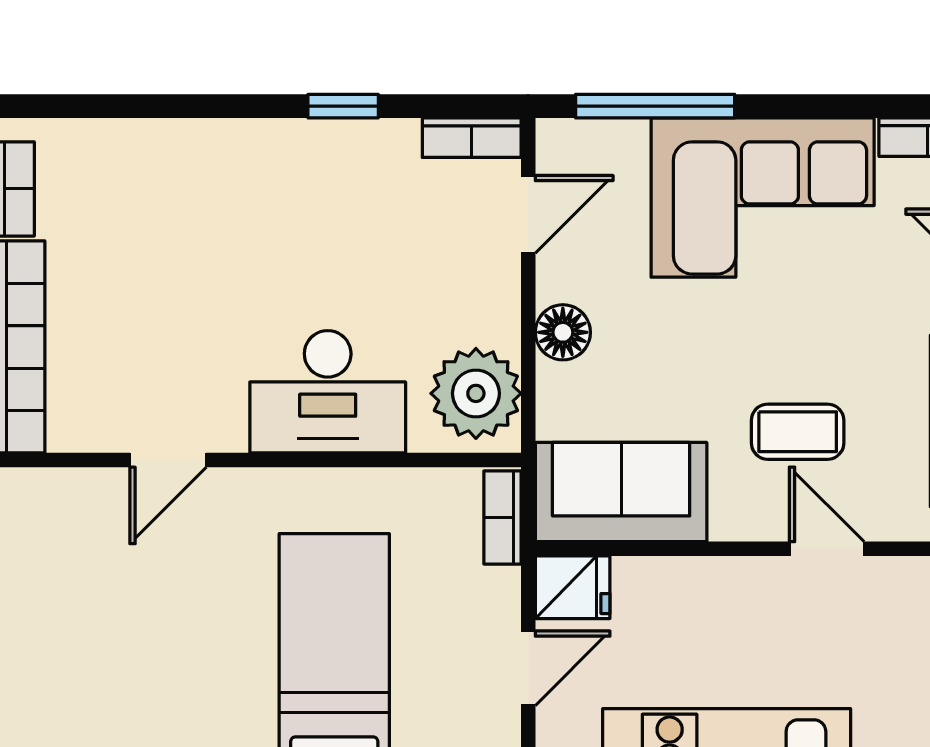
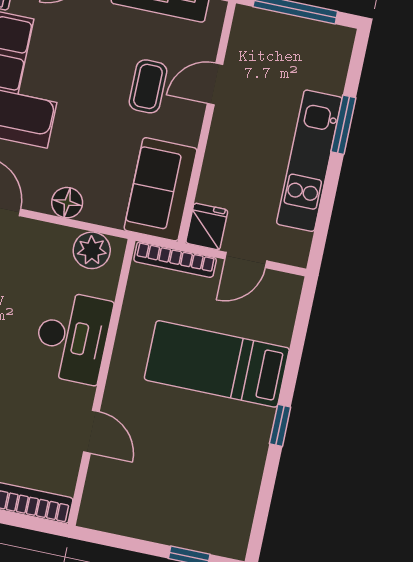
plant: (476, 393) -> (92, 250), width x0.73, depth x0.73
bookcase: (502, 518) -> (175, 260), width x1.56
door: (528, 668) -> (246, 260), swing flipped

